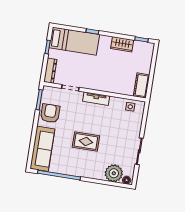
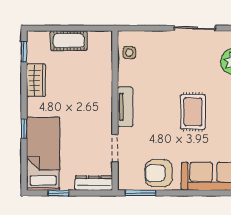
cot: (142, 85) -> (69, 41), moved

